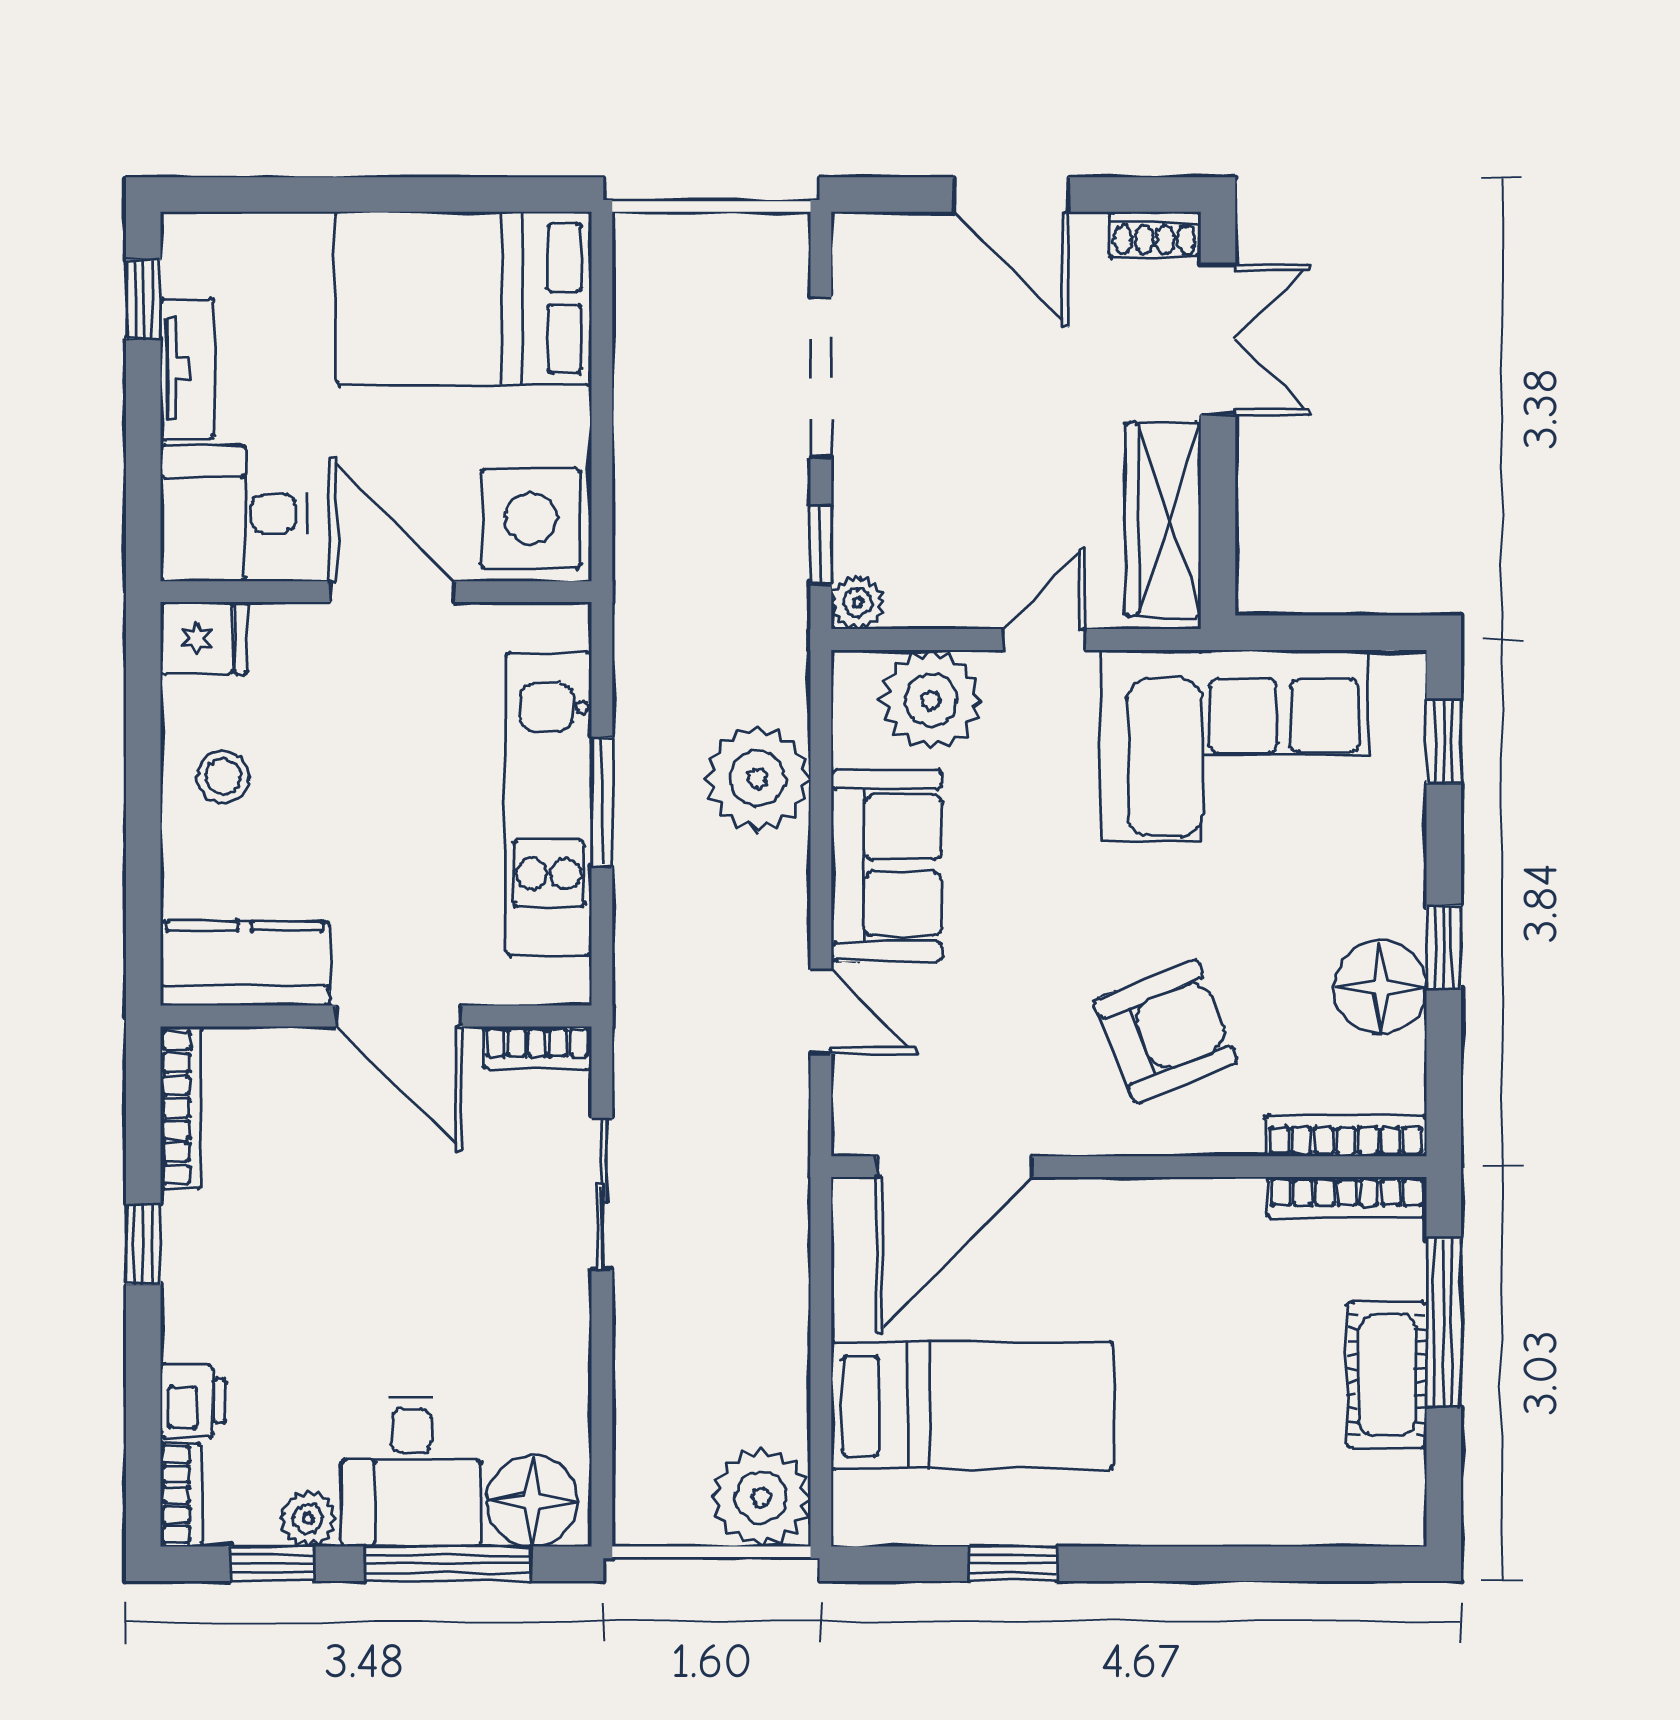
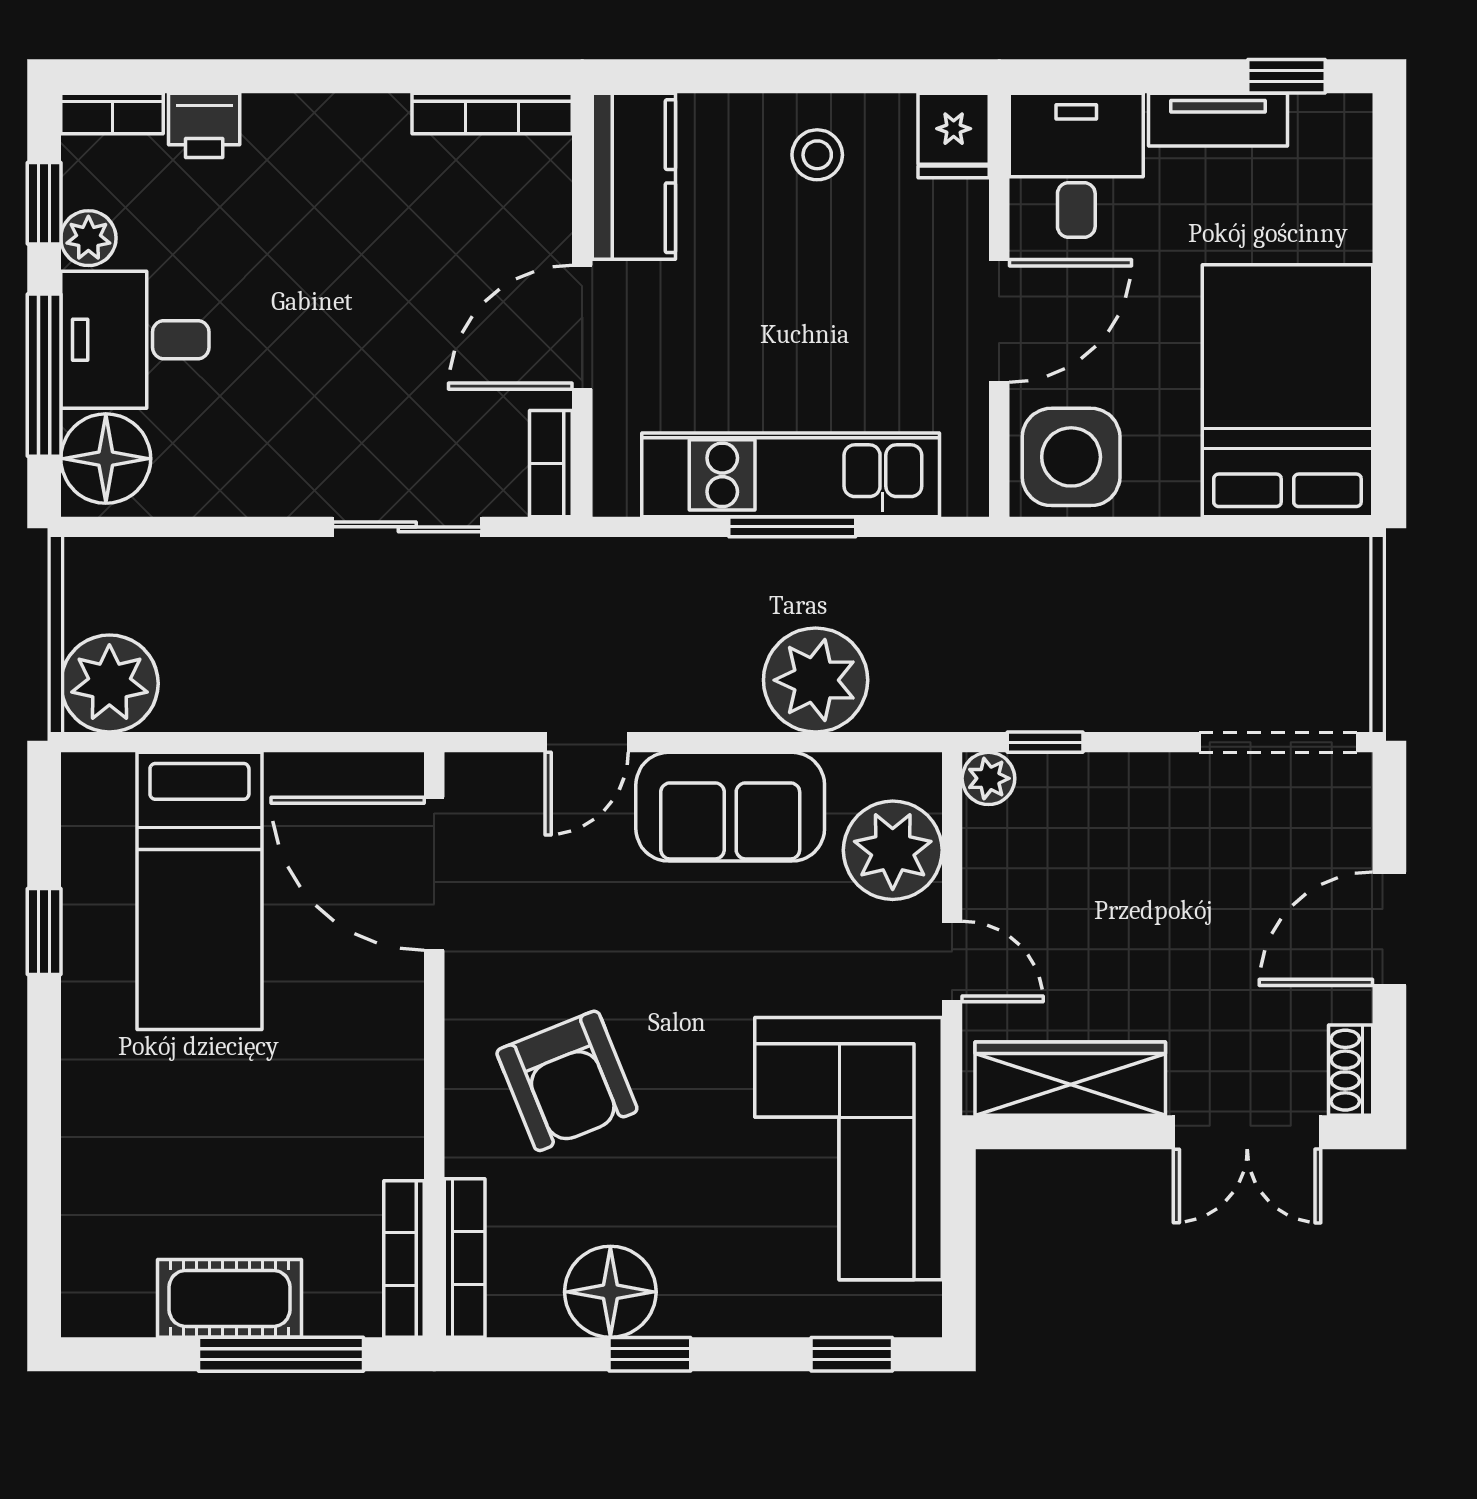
doorway: (821, 378) -> (1278, 742), moved
window: (143, 1244) -> (358, 76), removed

